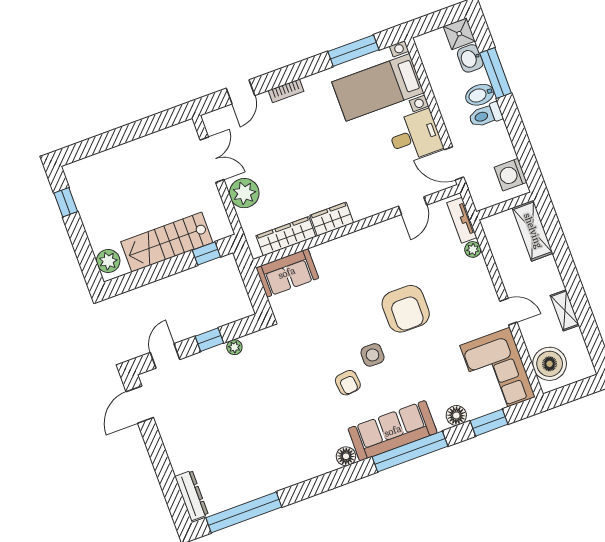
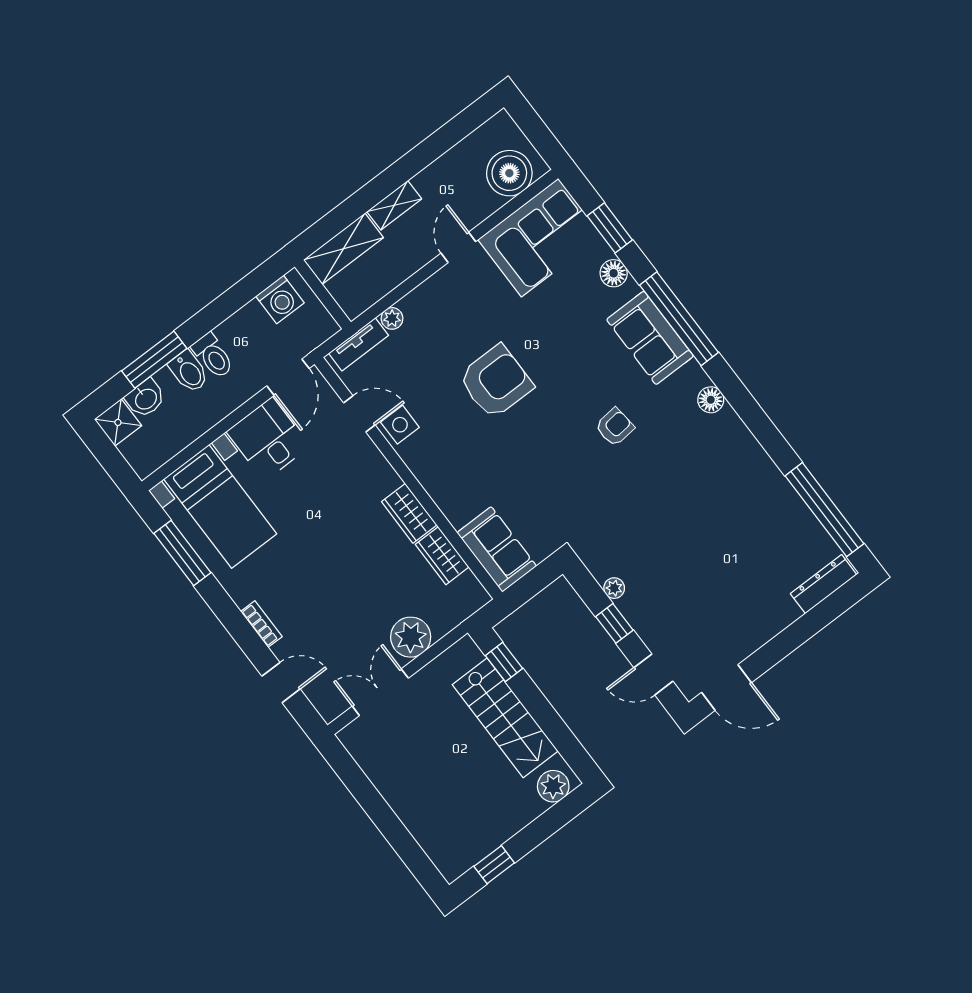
wardrobe: (286, 236) -> (442, 556), width x0.67
shelving: (565, 310) -> (394, 205), moved
side table: (372, 355) -> (400, 425), moved
sofa: (393, 431) -> (650, 338), width x0.73

